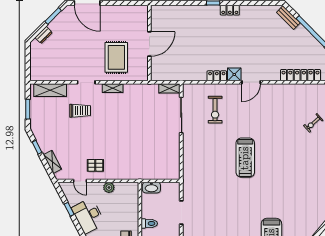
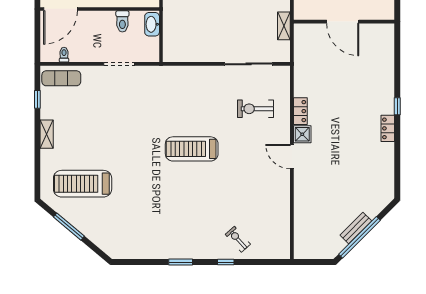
bench: (288, 18) -> (356, 228), moved
locker: (300, 75) -> (301, 222), removed
shelving: (169, 88) -> (284, 26), moved
toilet: (149, 223) -> (122, 21), moved

